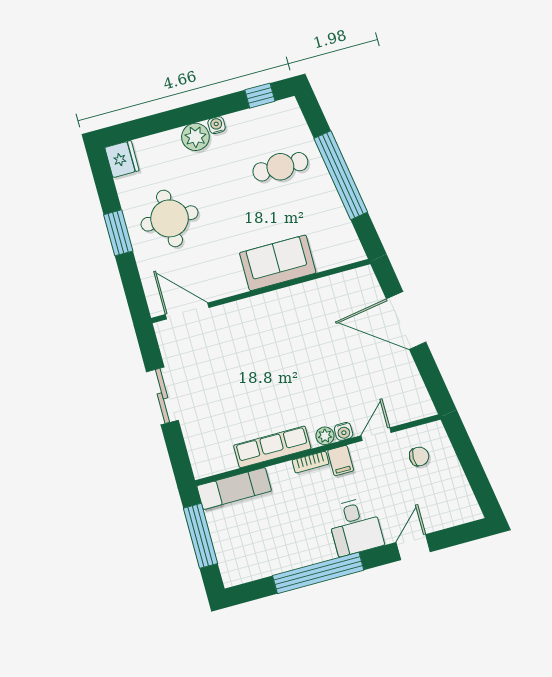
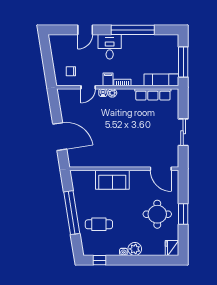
row of seats: (272, 447) -> (153, 94), moved

